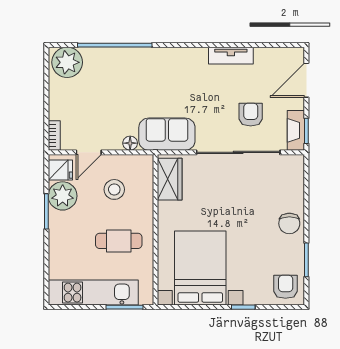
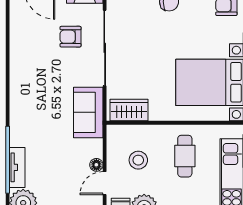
tv unit: (231, 56) -> (17, 167), moved
floor lamp: (130, 143) -> (96, 165), moved
door: (89, 152) -> (105, 183), swing flipped

